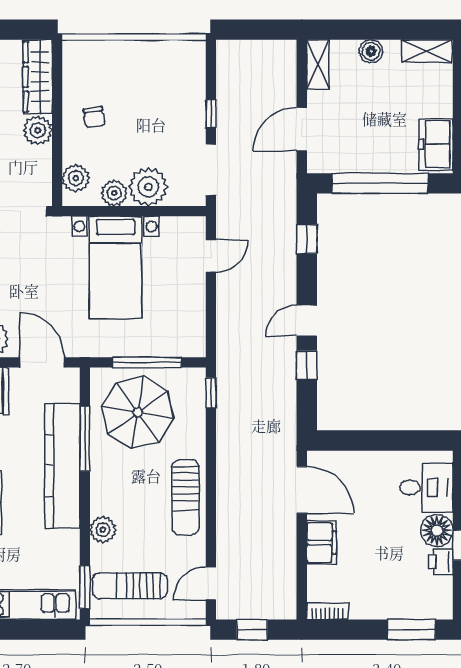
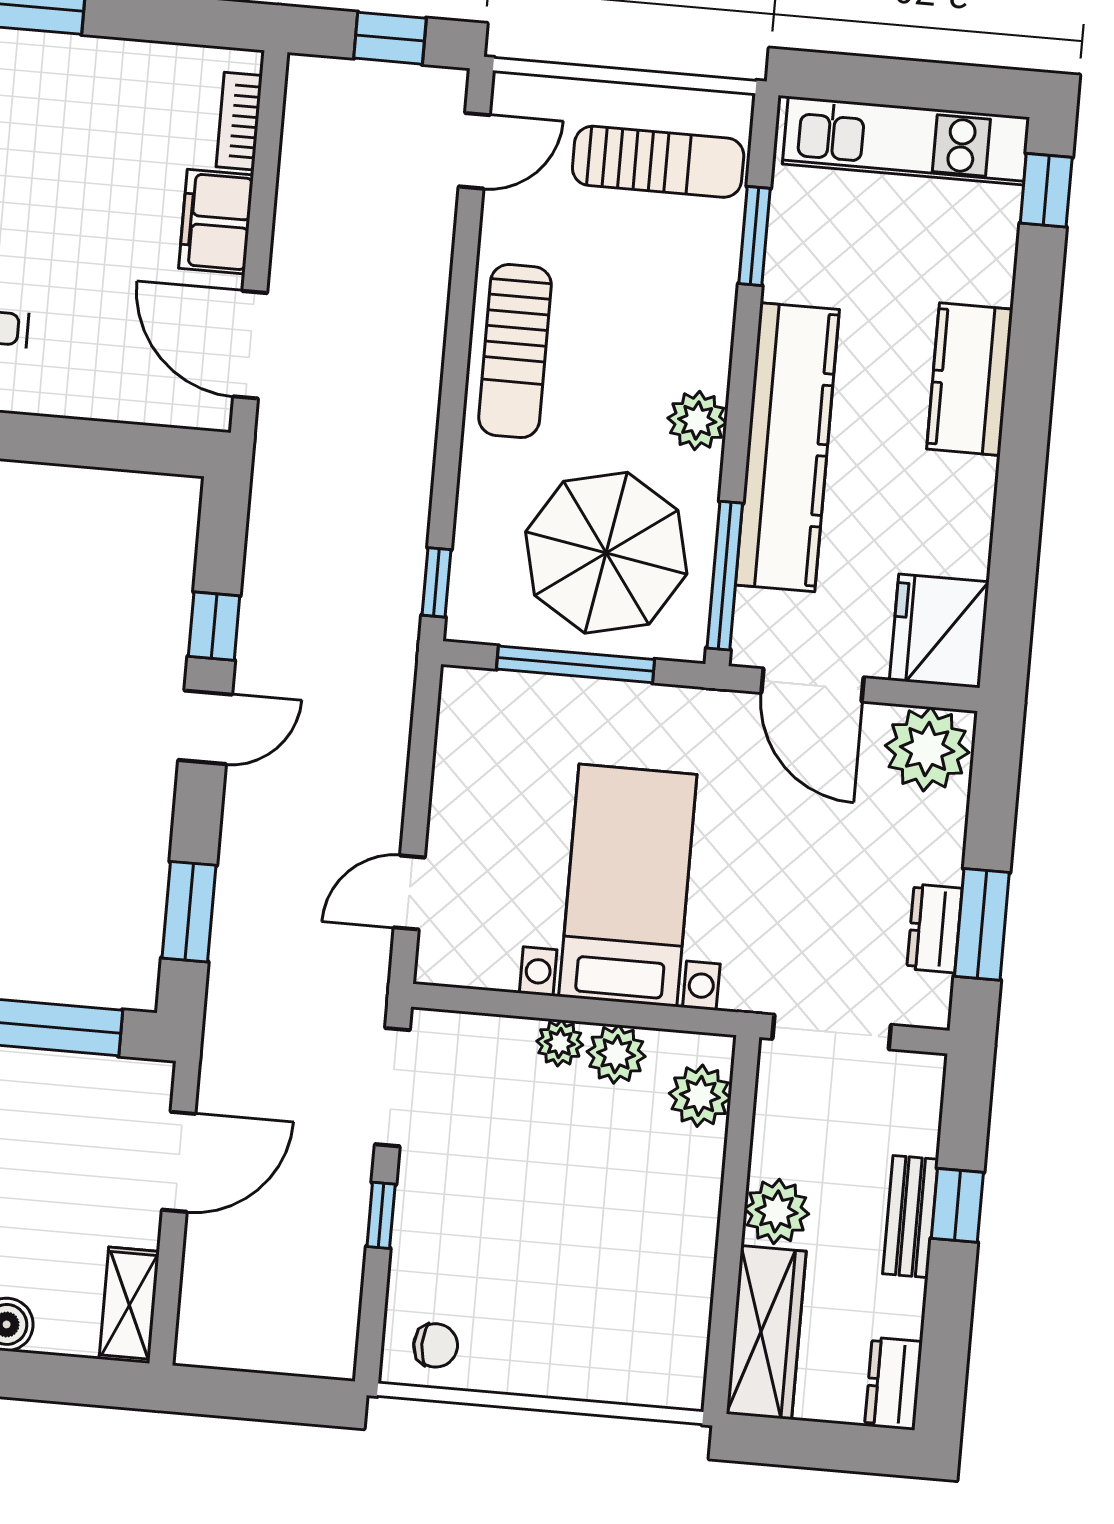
chair: (94, 117) -> (436, 1345), moved, turned 99
plant: (148, 187) -> (560, 1043), width x0.53, depth x0.53
window: (307, 239) -> (189, 912), width x1.50
window: (85, 439) -> (725, 576), moved
sun lounger: (185, 497) -> (515, 351), turned 180
plant: (103, 530) -> (697, 420), moved
window: (85, 587) -> (754, 236), moved
bookcase: (328, 611) -> (239, 121), moved, turned 90

